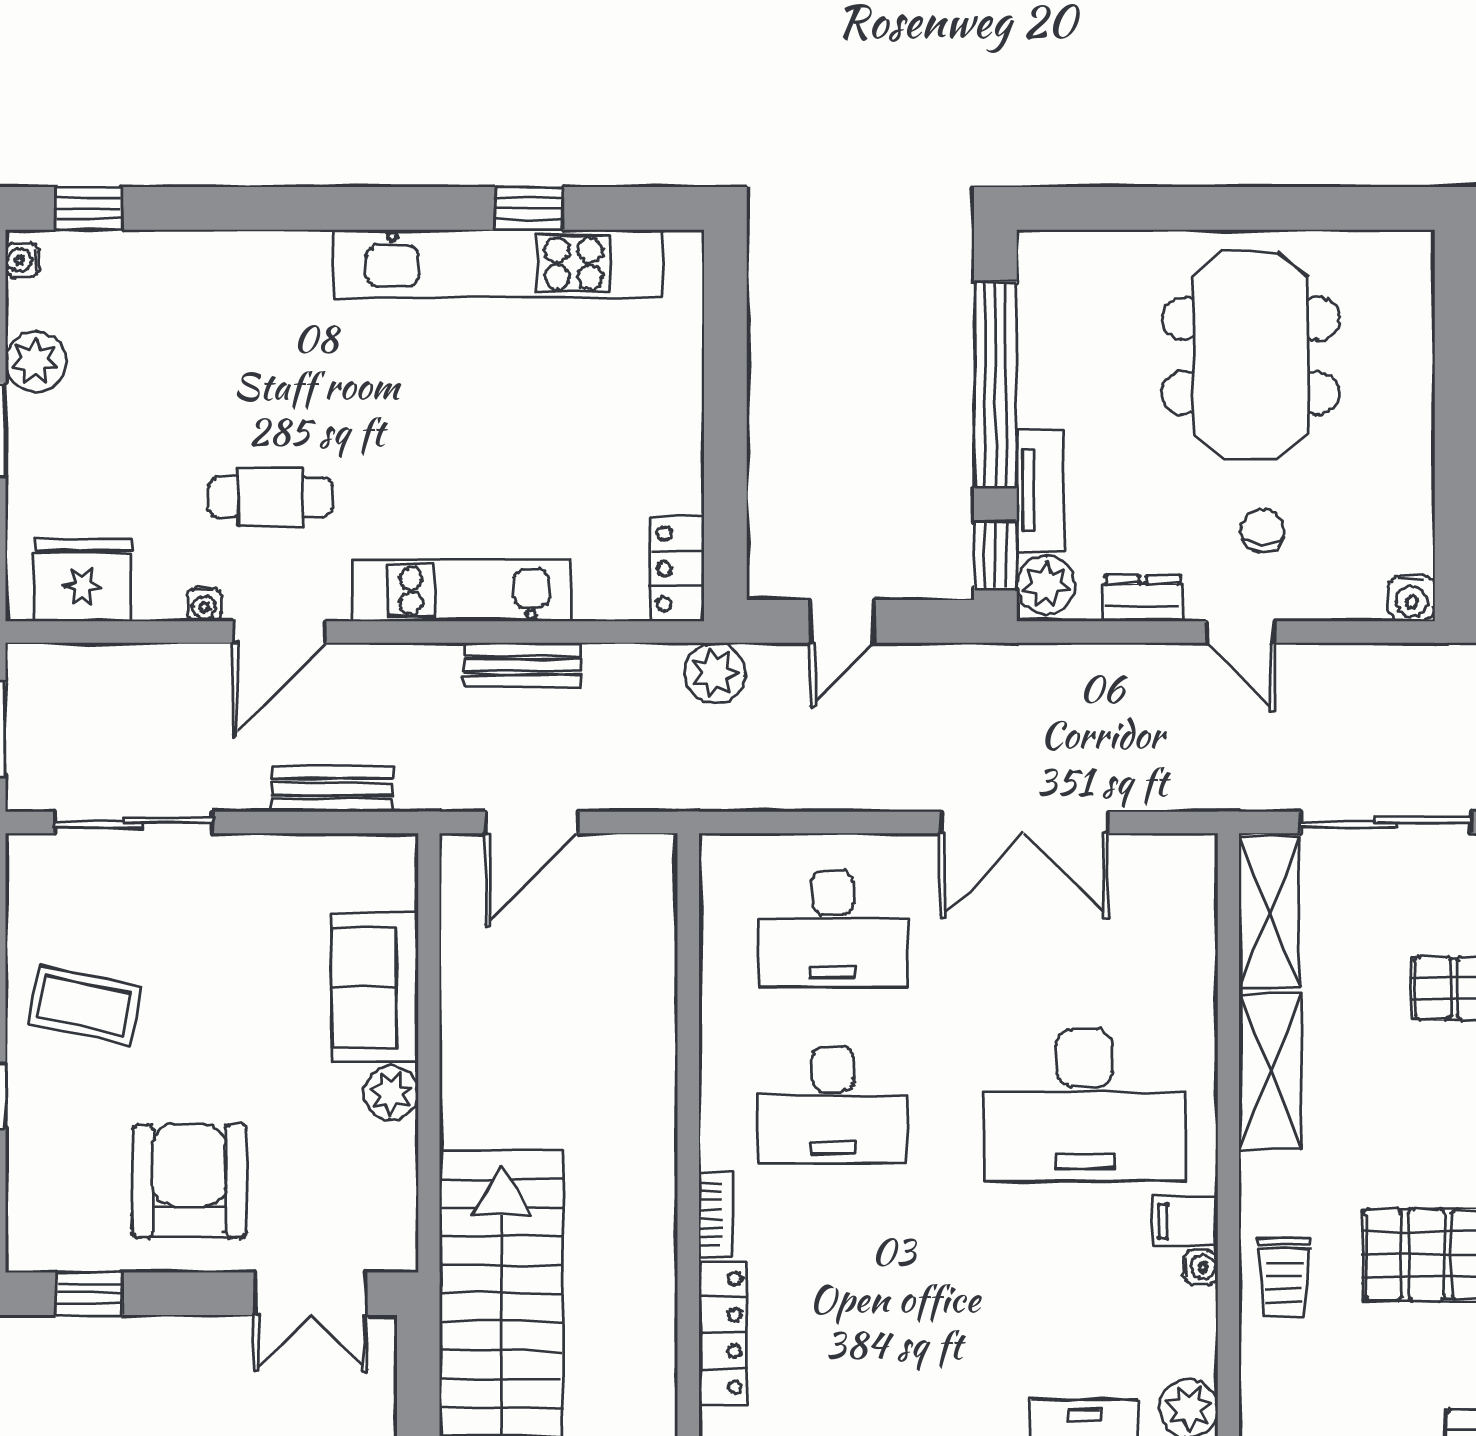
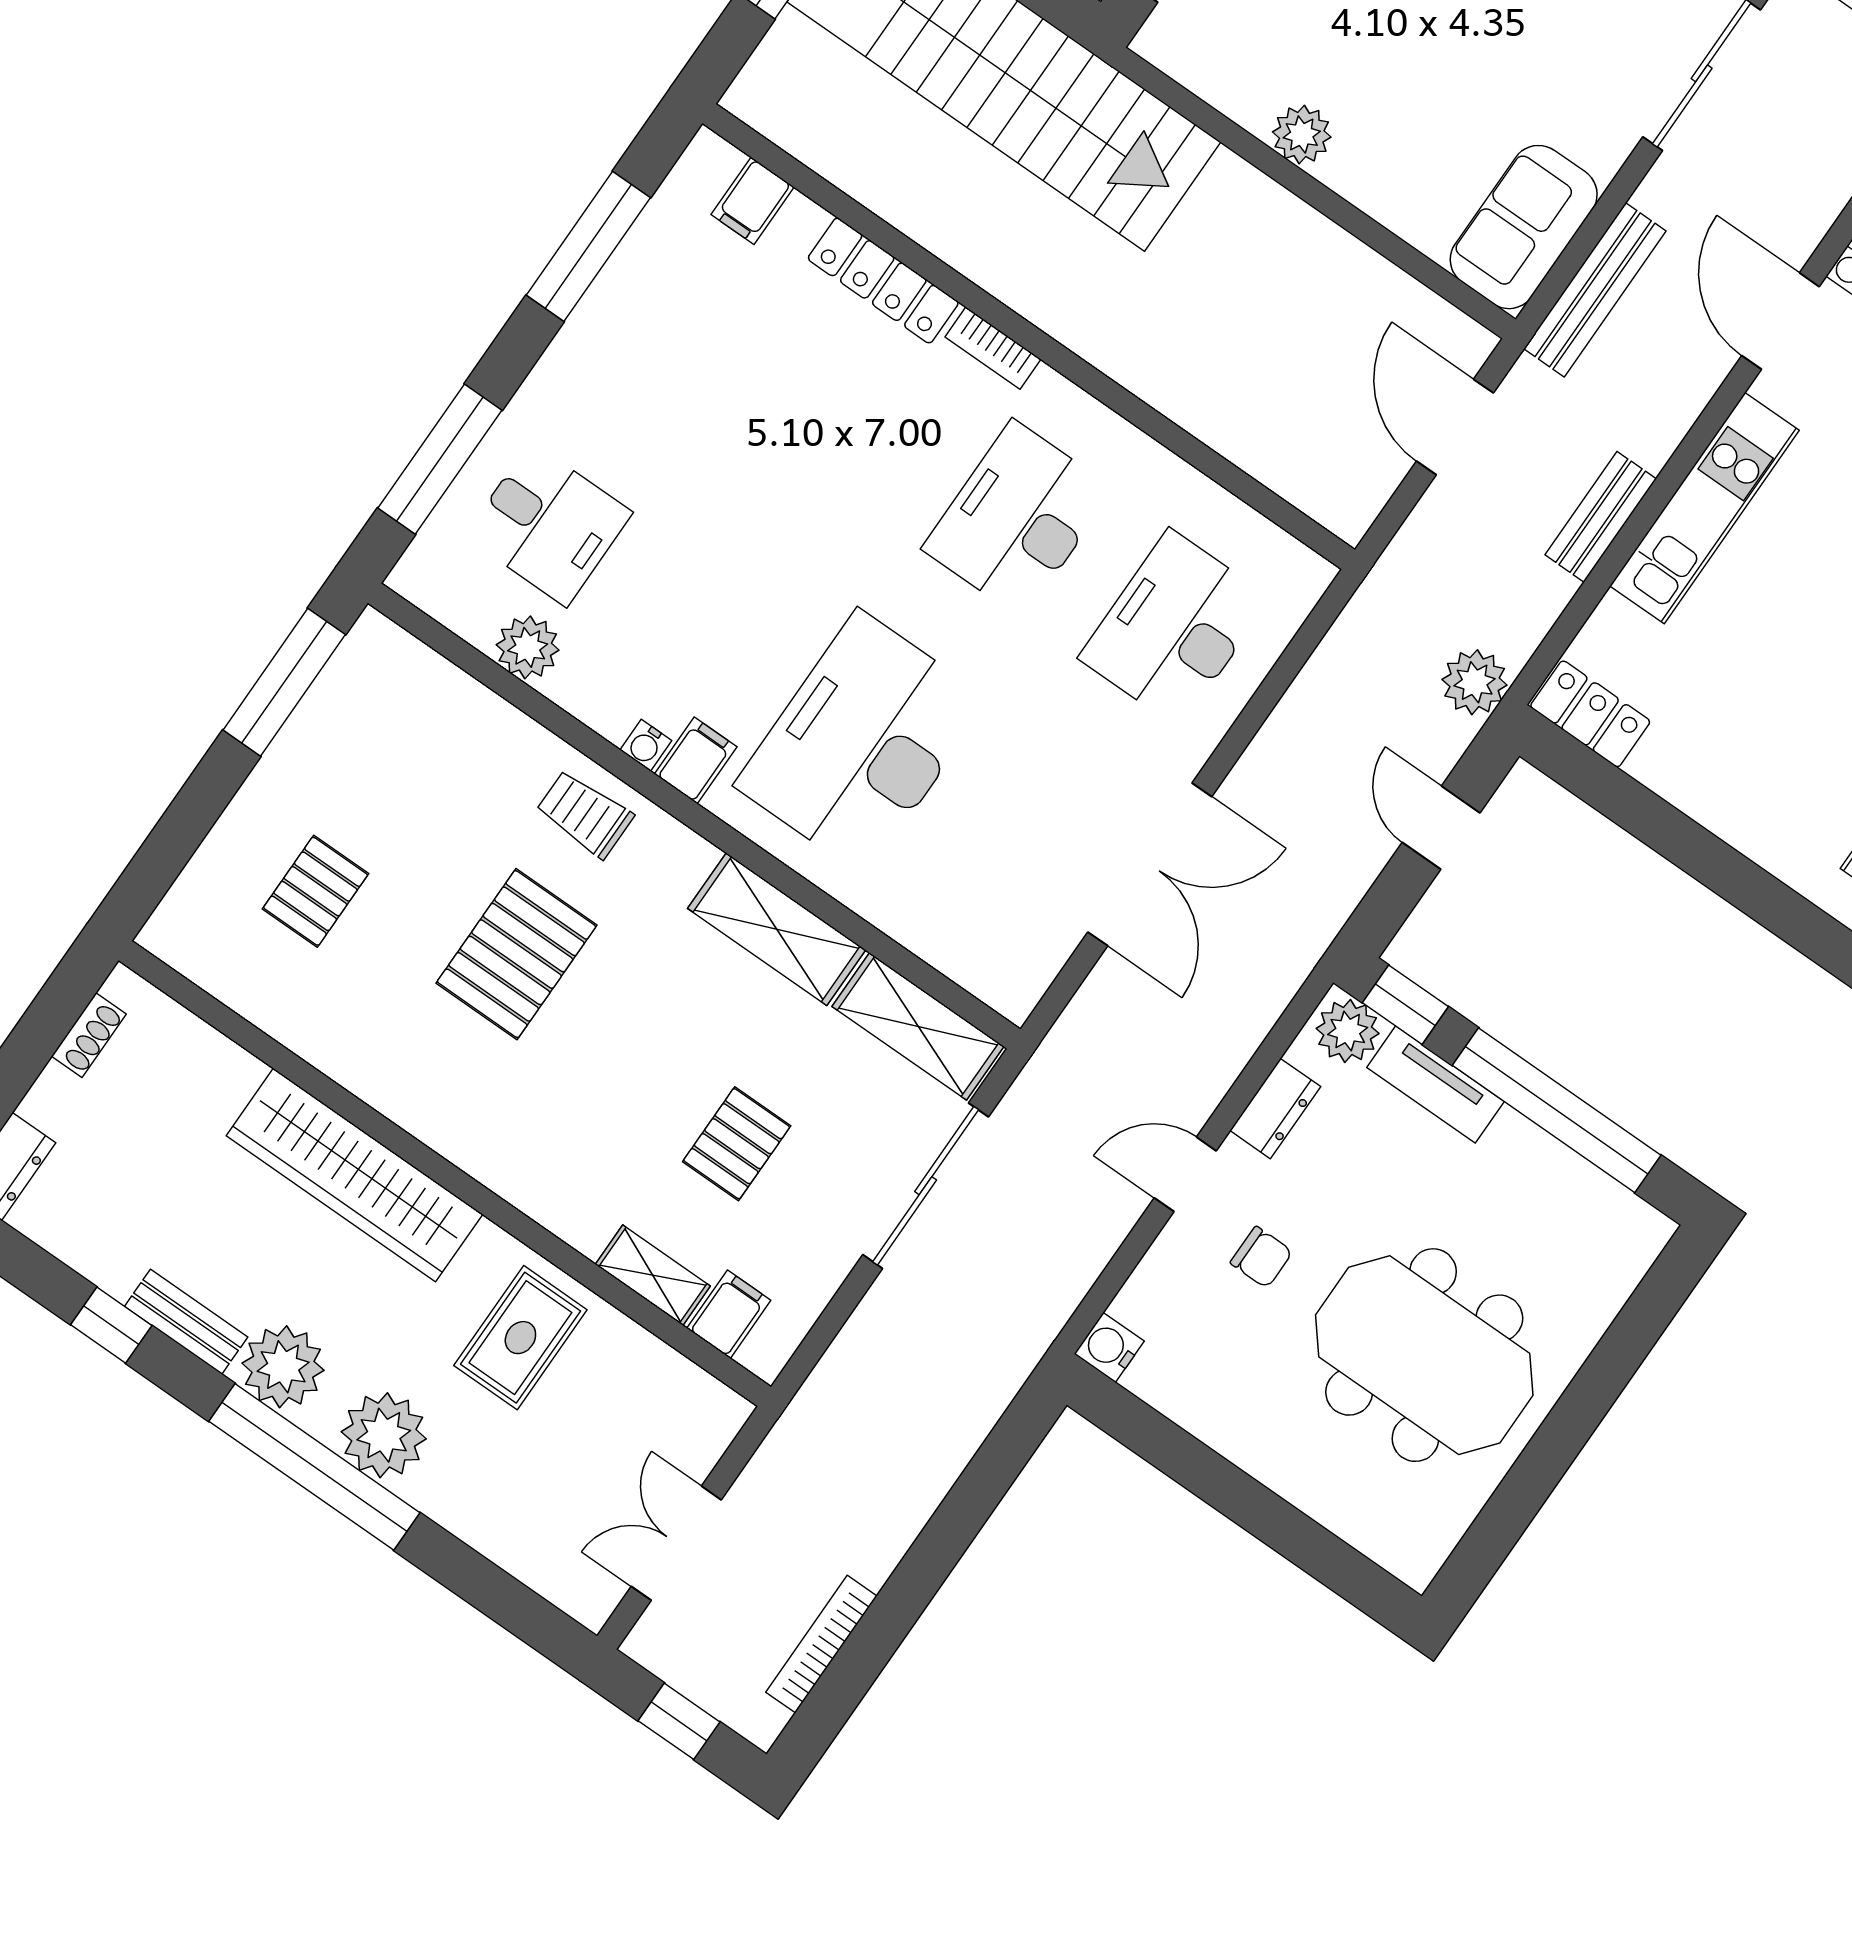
bench: (332, 789) -> (1595, 290), width x1.36
double door: (1024, 823) -> (1150, 864), swing flipped
sofa: (375, 987) -> (1524, 227), moved, turned -90

